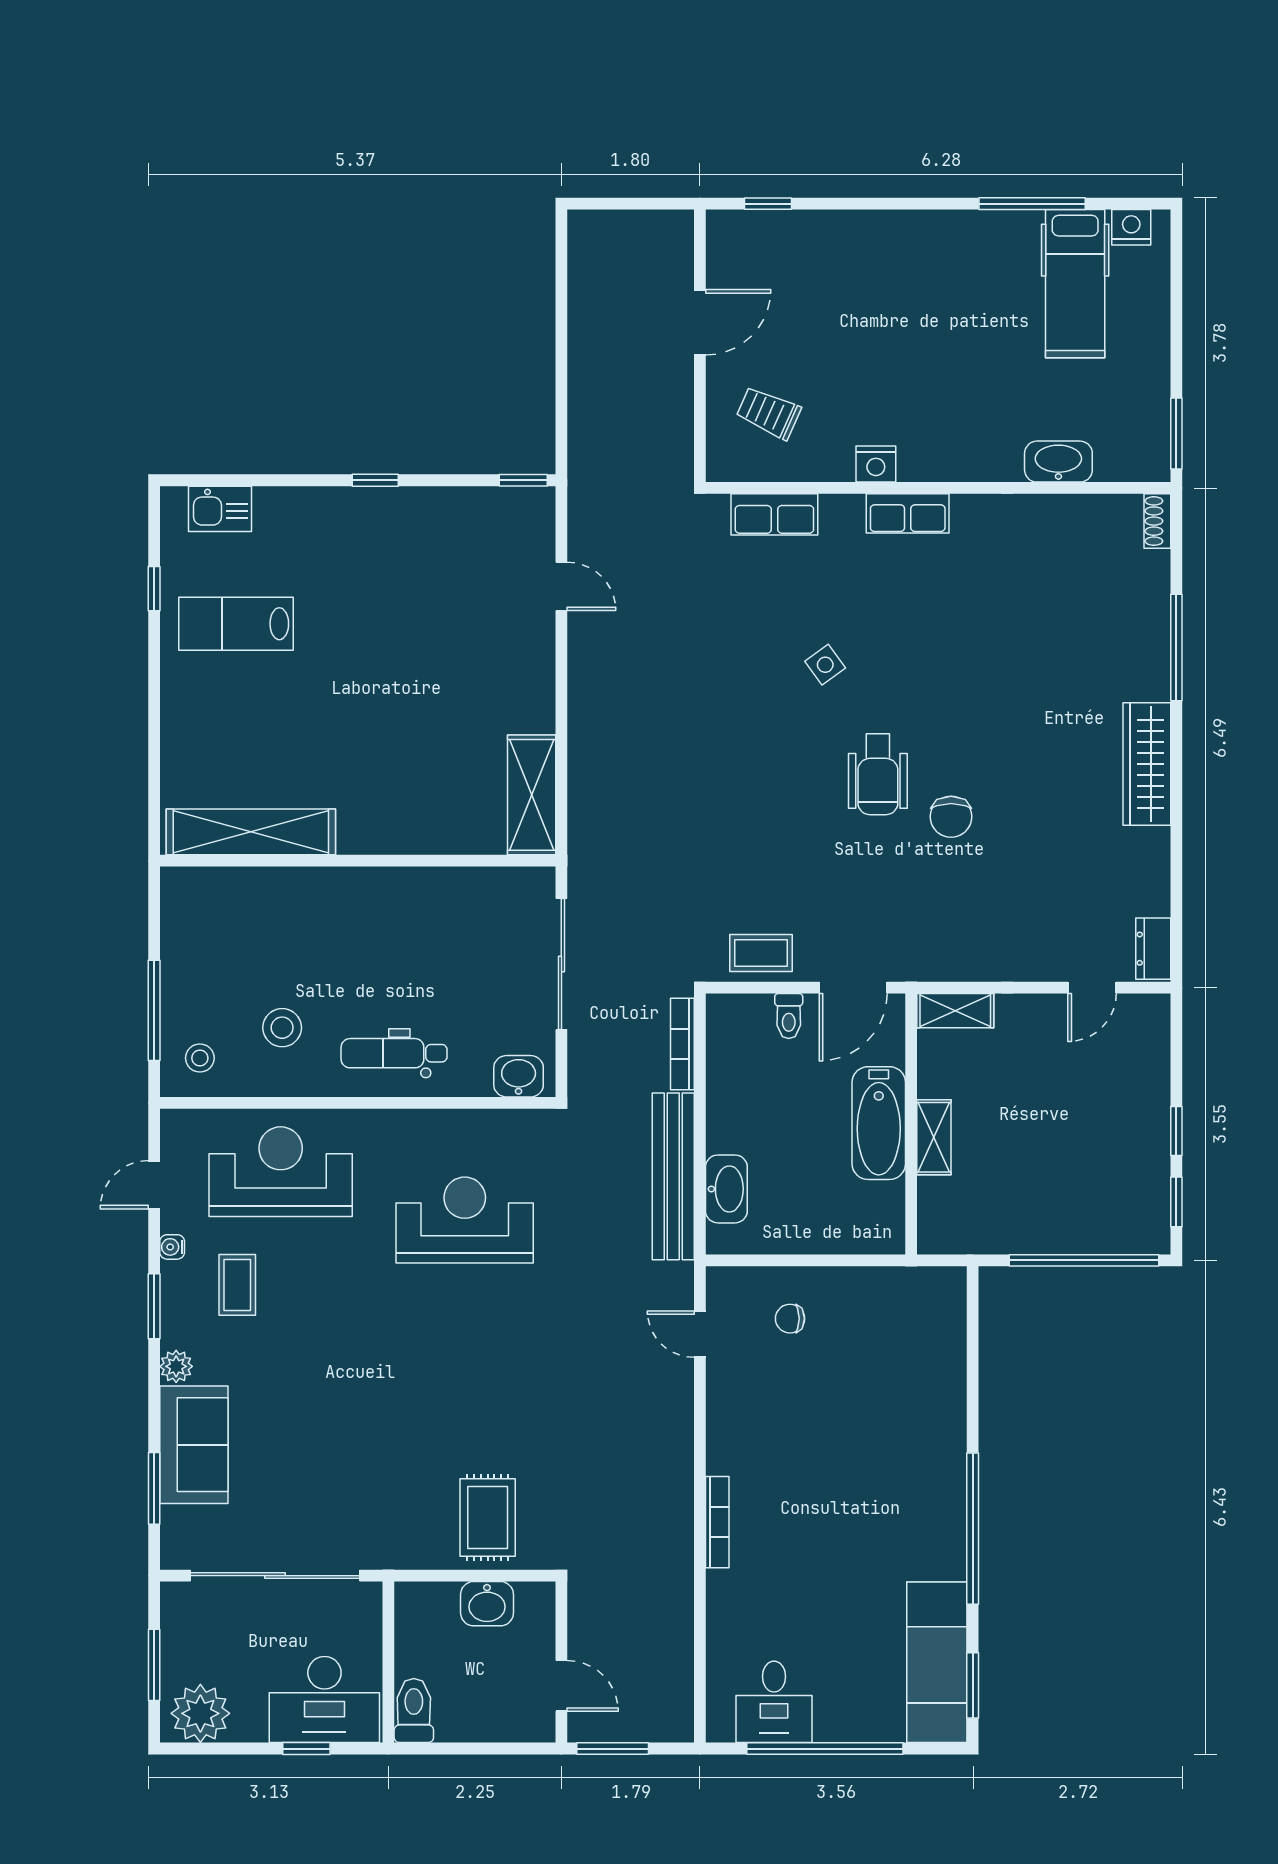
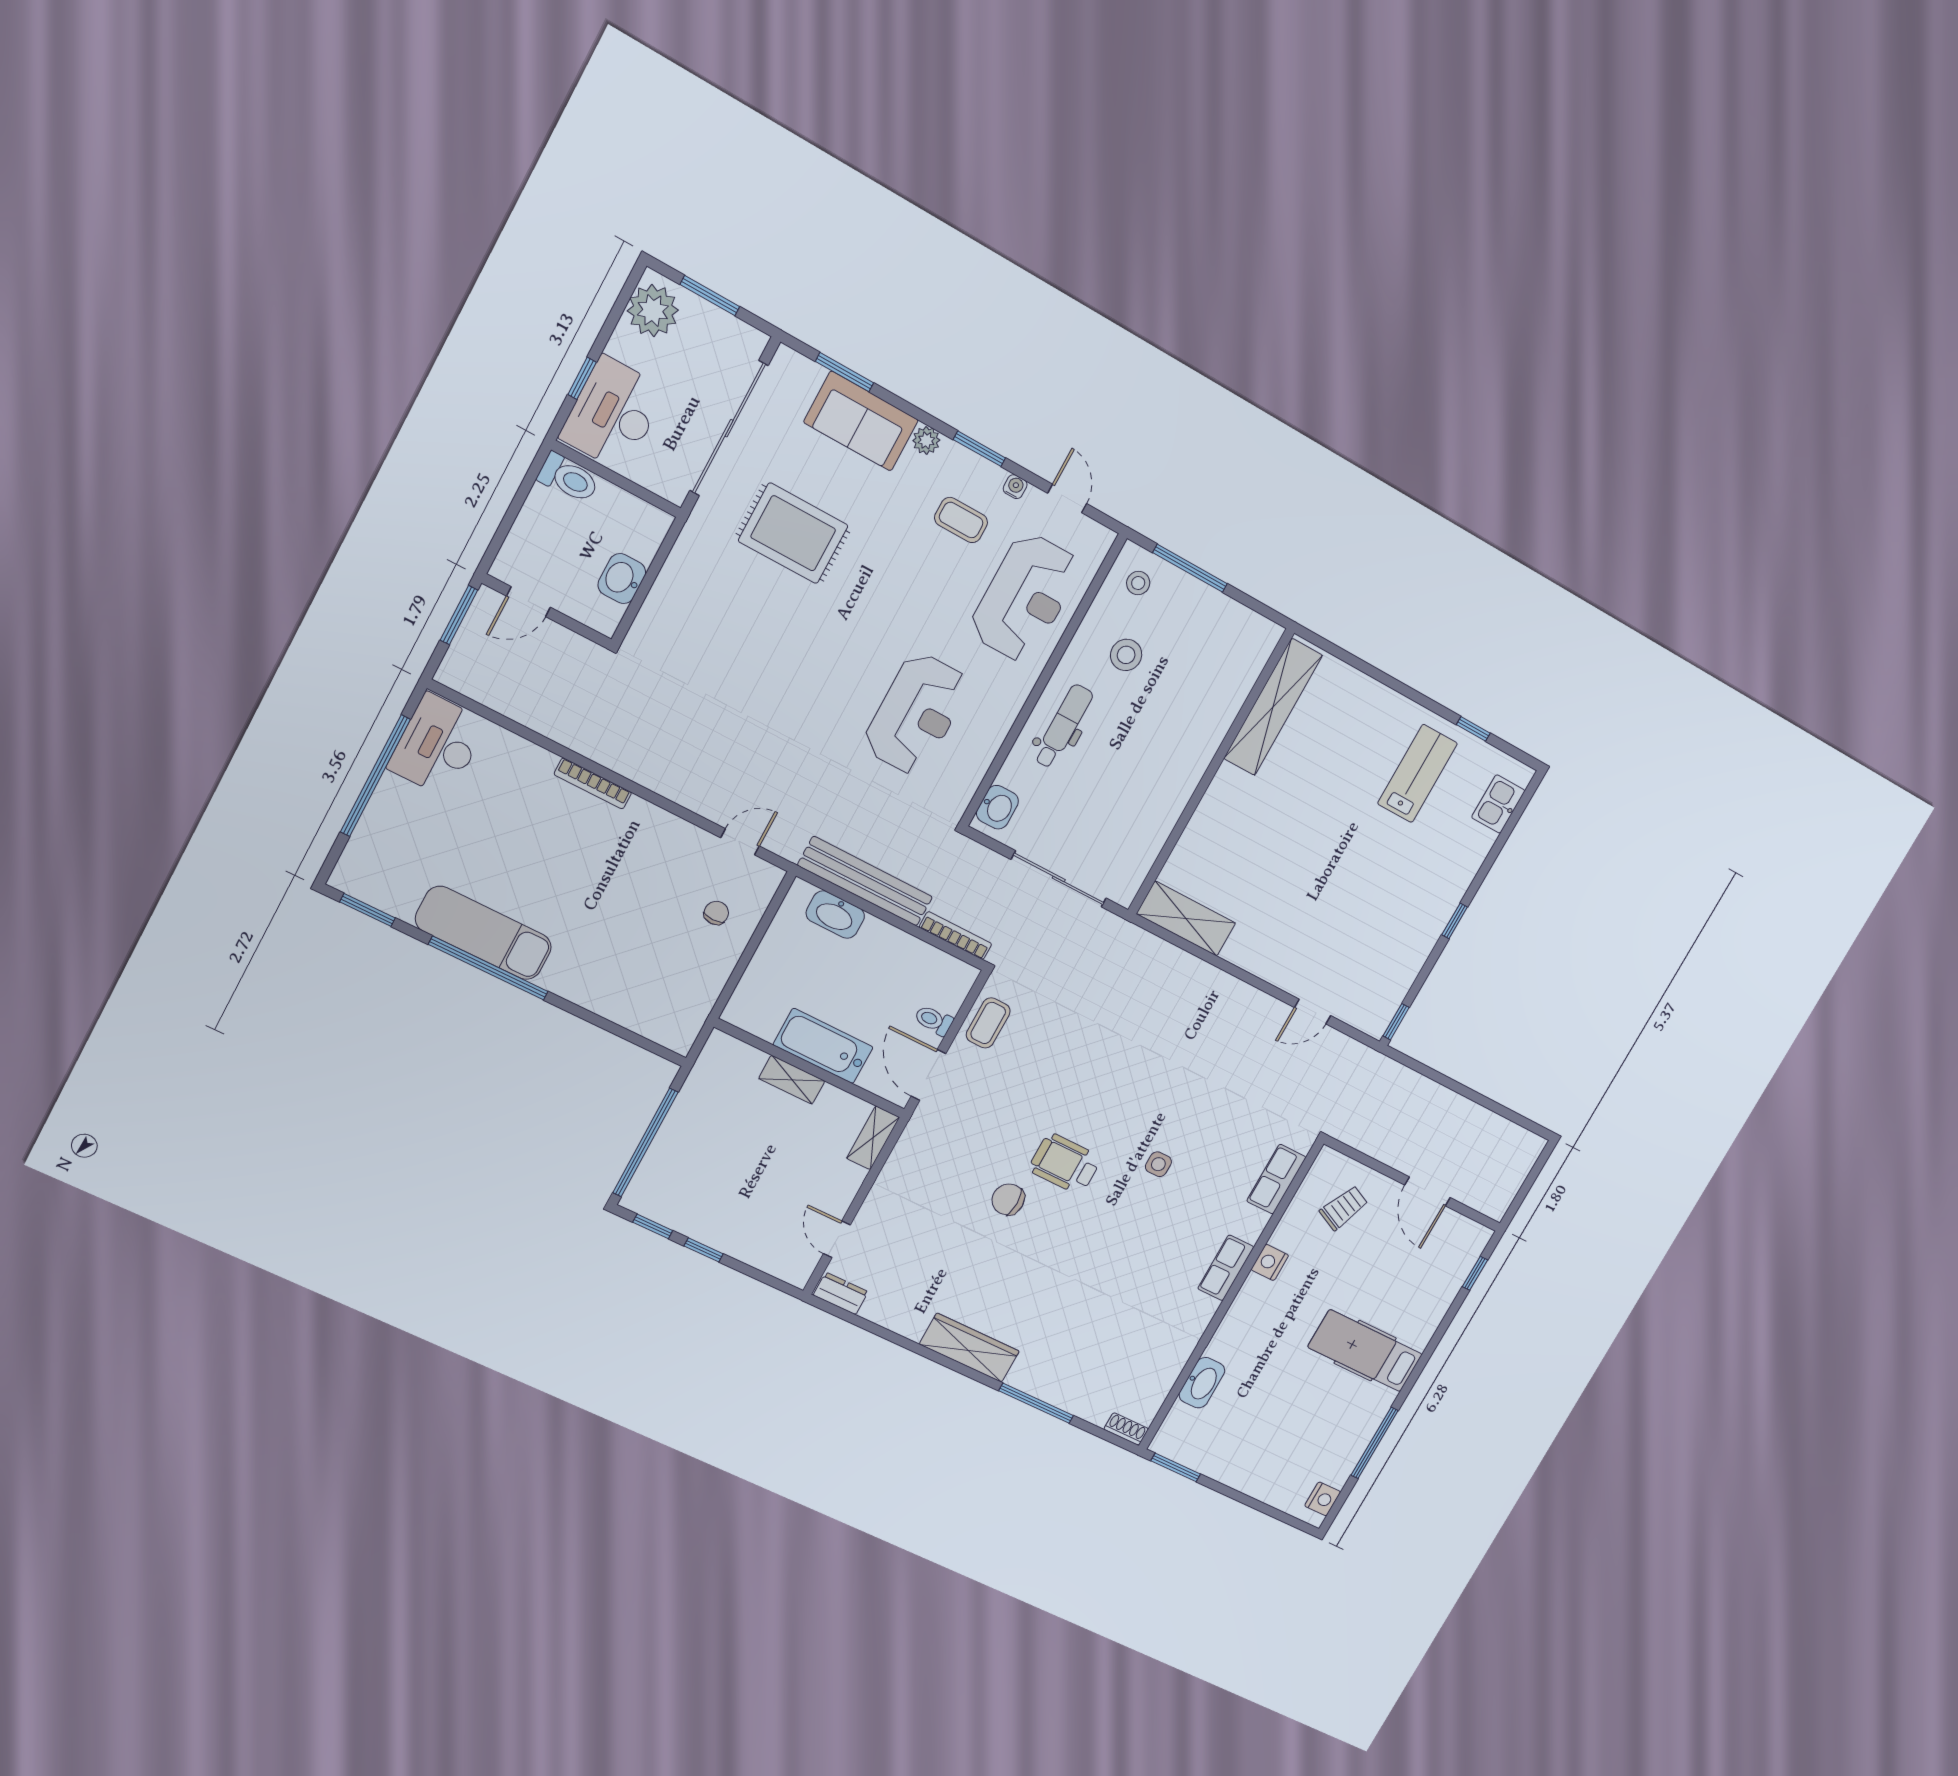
hospital bed: (1075, 284) -> (1365, 1351), moved
side table: (825, 665) -> (1158, 1164), turned 36
rug: (488, 1518) -> (793, 533), moved, width x1.36, depth x1.43
exam couch: (937, 1662) -> (483, 933), moved
desk: (774, 1702) -> (437, 745), width x1.37

